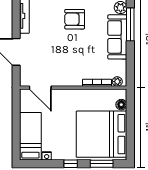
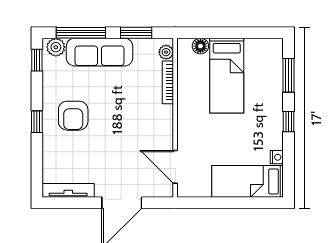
window: (130, 61) -> (136, 33), added
door: (40, 88) -> (175, 167), swing flipped
bed: (101, 134) -> (227, 76), width x0.49

